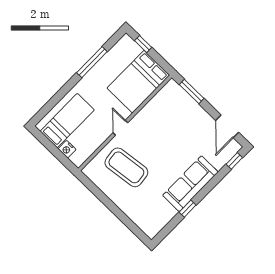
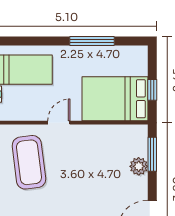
window: (143, 44) -> (152, 90), moved
plant: (191, 106) -> (139, 166), added

